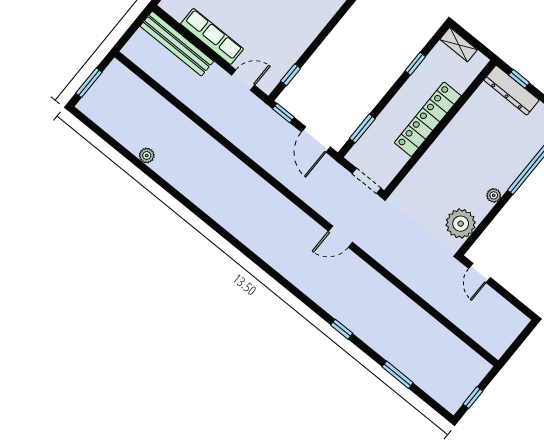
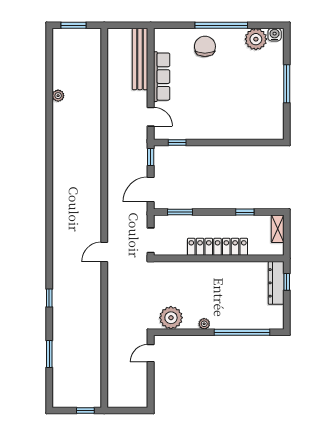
door: (340, 237) -> (104, 252), hinge flipped
window: (473, 398) -> (85, 410), moved

